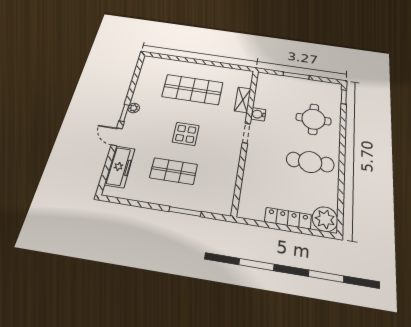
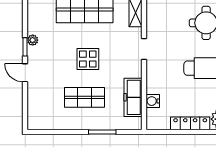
water cooler: (258, 114) -> (153, 101), moved
freezer: (120, 167) -> (133, 97), moved, turned 180

